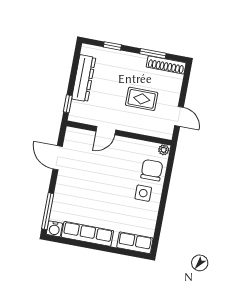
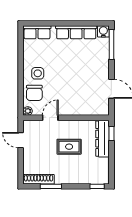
window: (112, 46) -> (97, 186), moved
dresser: (84, 78) -> (103, 139), moved
rug: (142, 99) -> (69, 147), moved
door: (106, 131) -> (50, 118), moved

